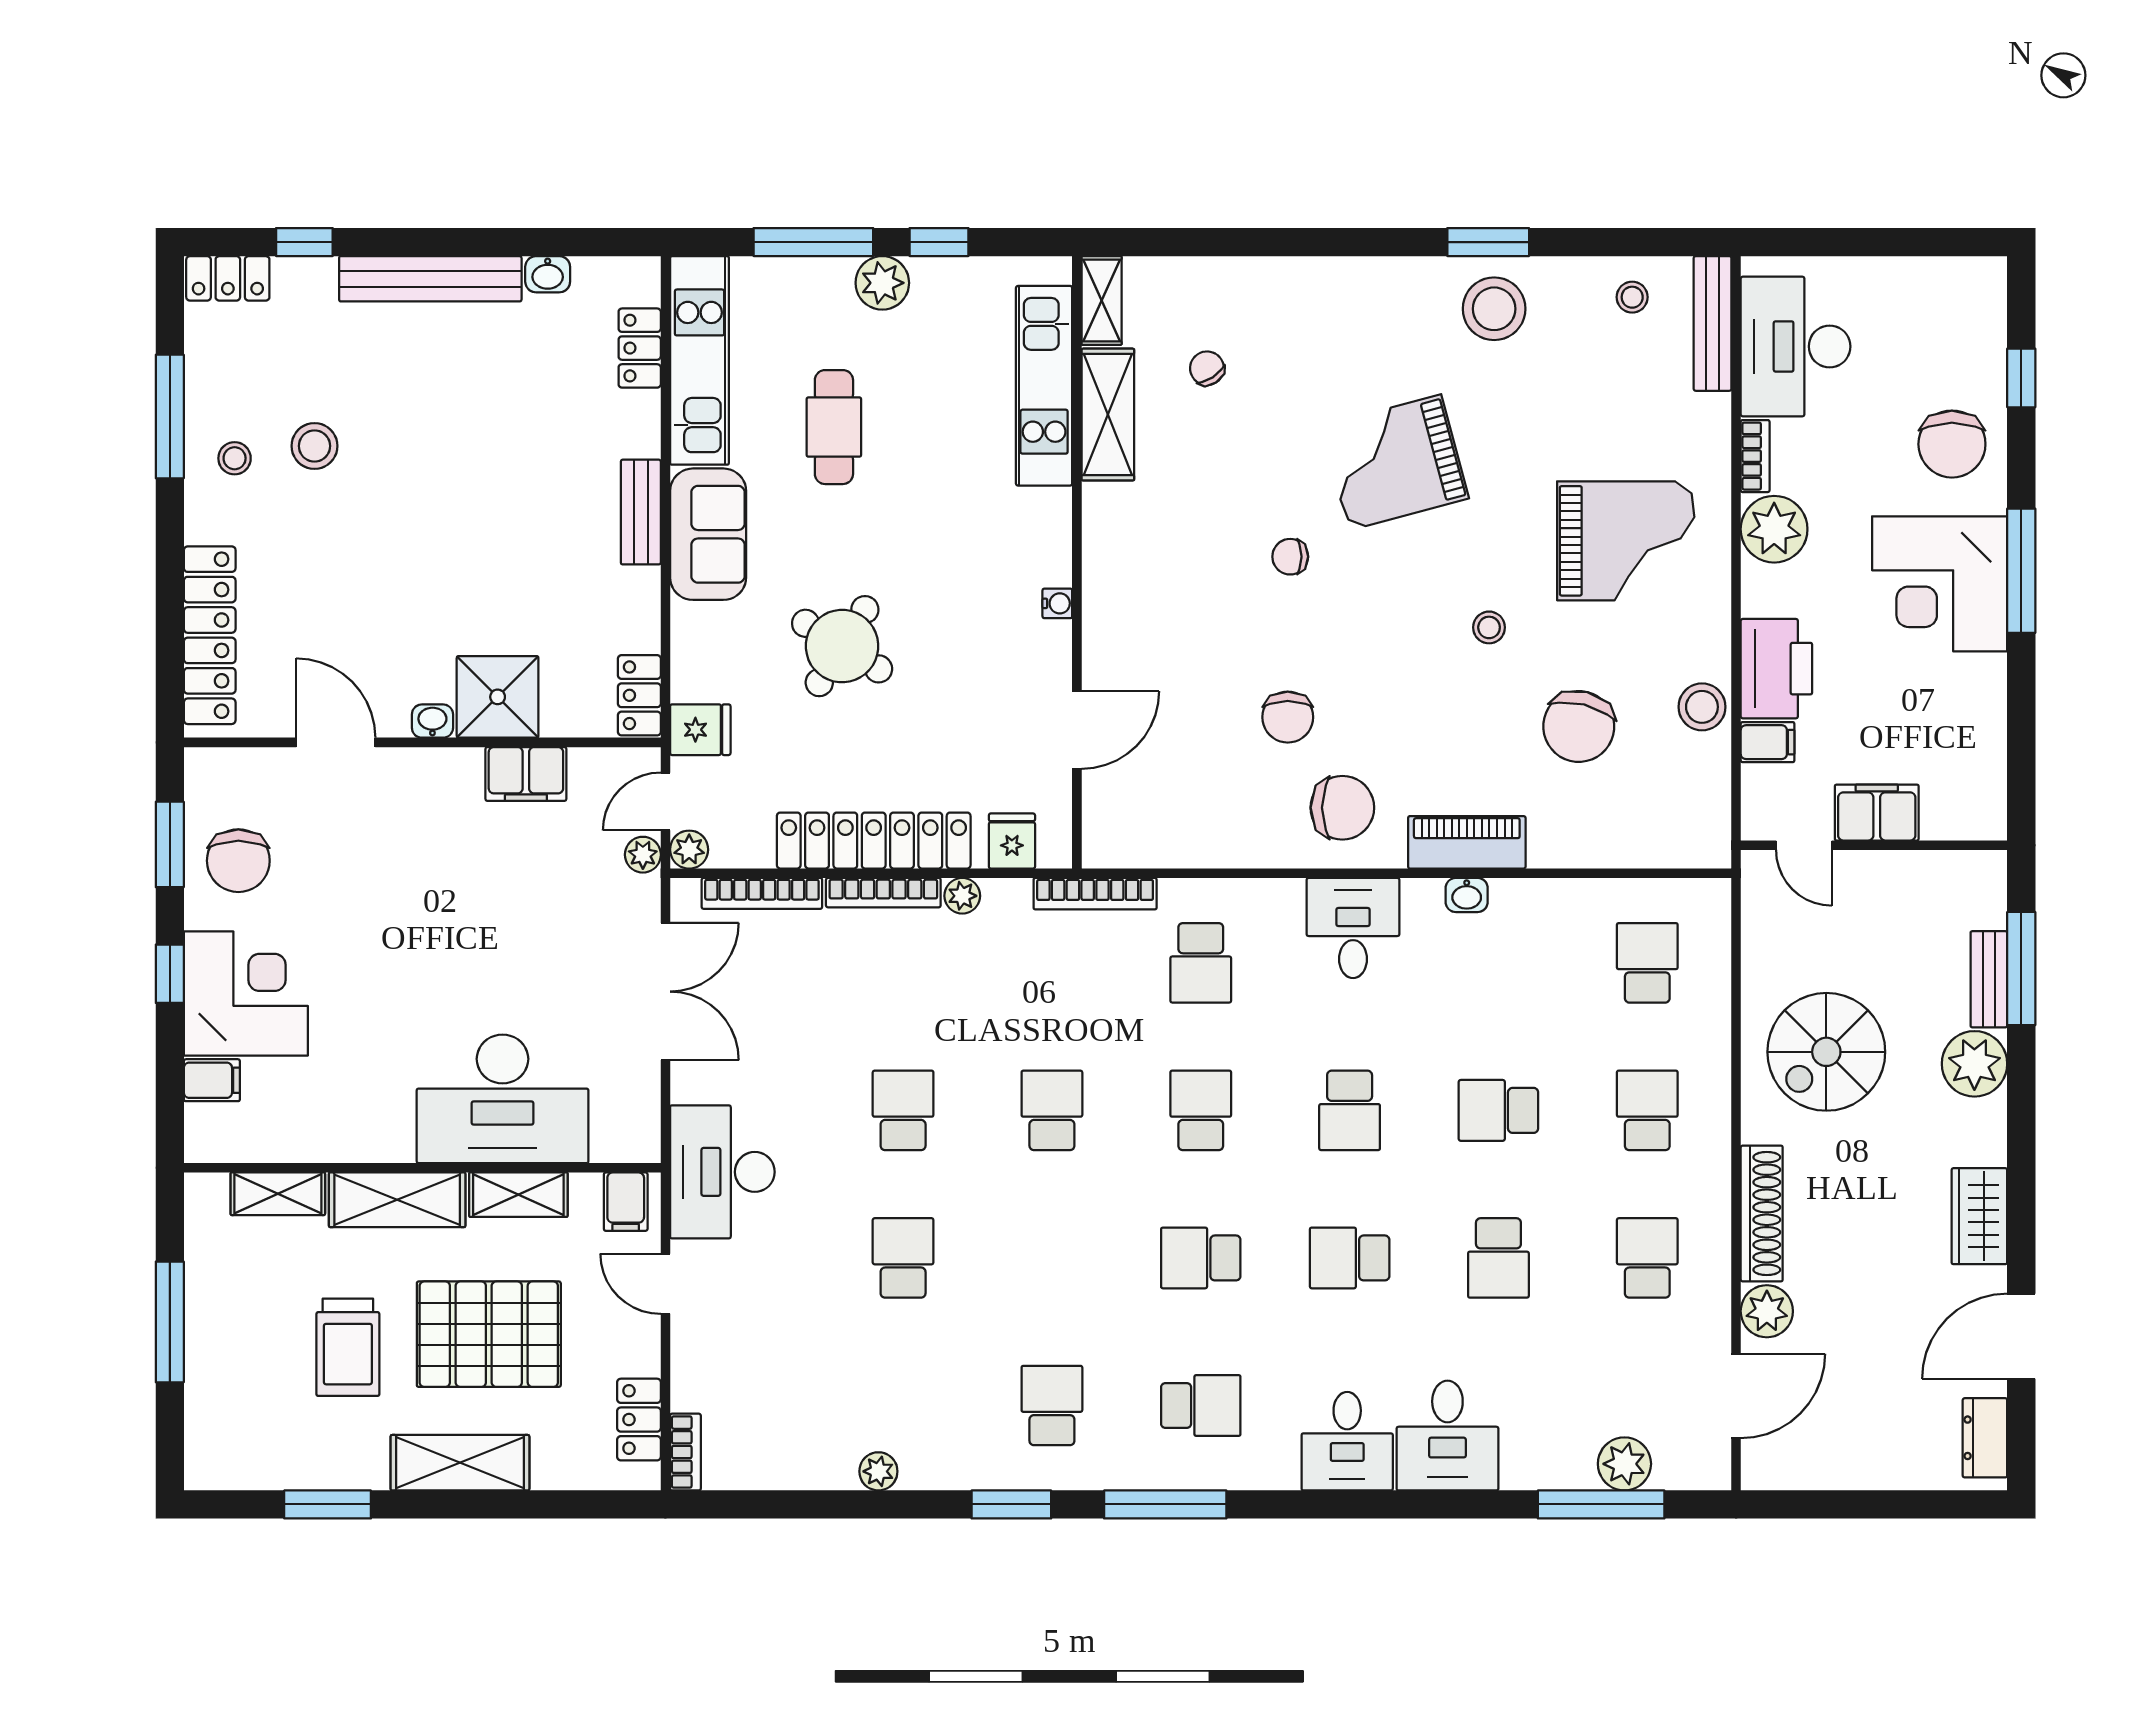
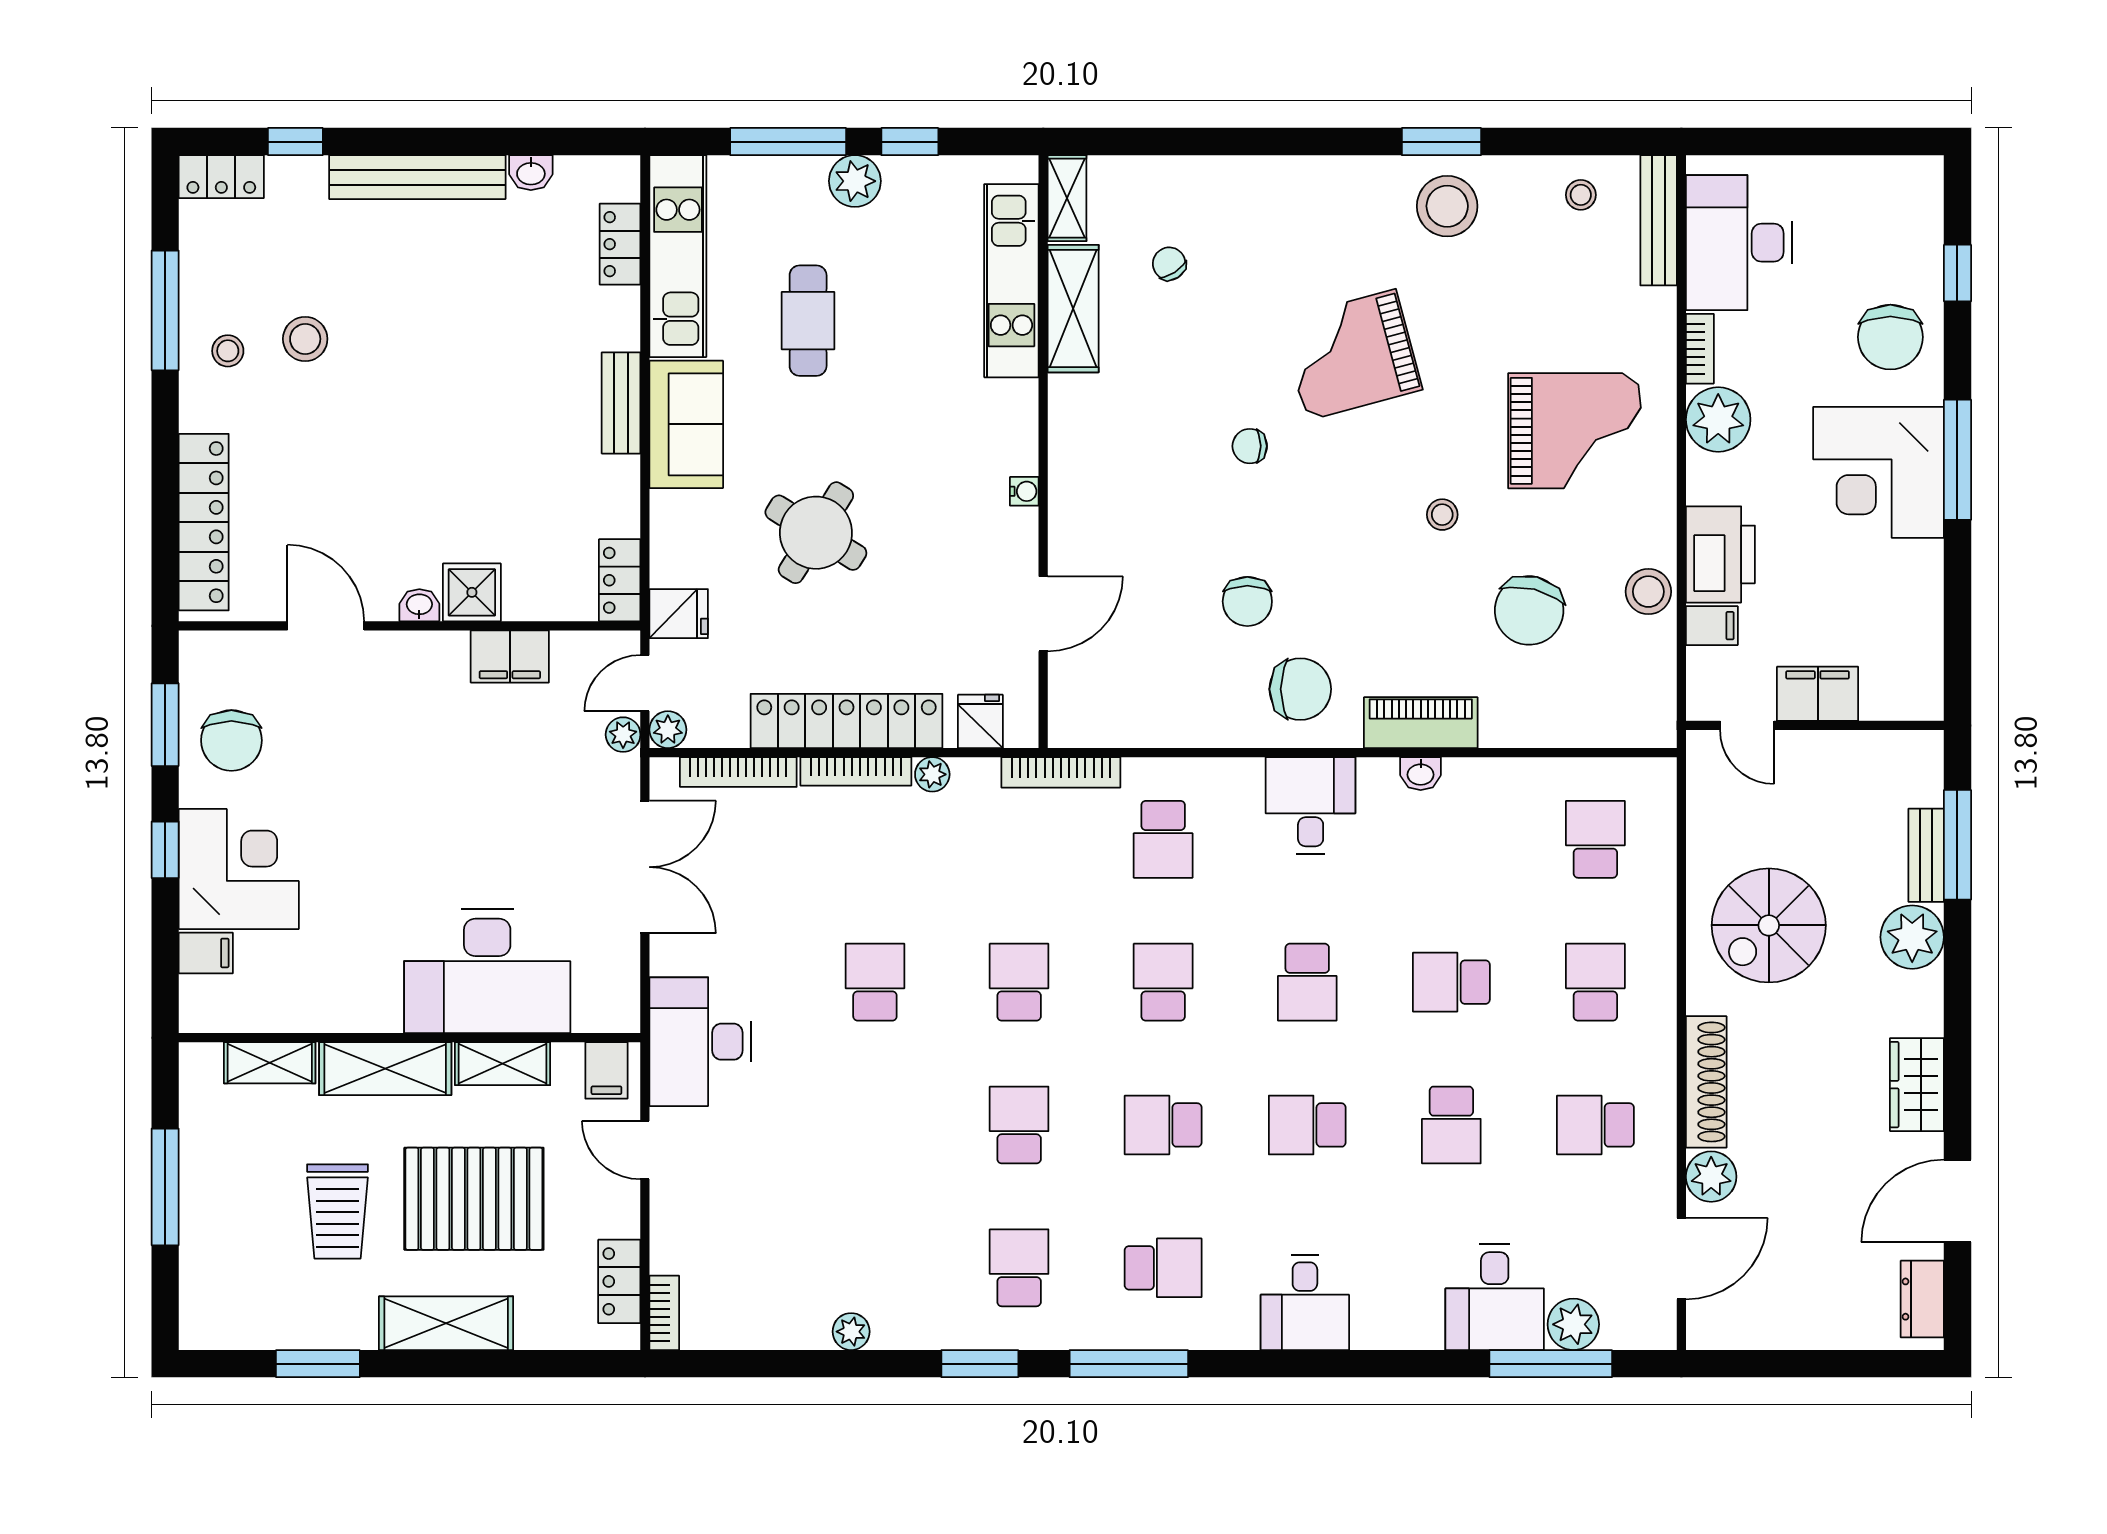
shower: (498, 697) -> (472, 592), width x0.73, depth x0.73
school desk: (903, 1258) -> (1019, 1125), moved
school desk: (1647, 1258) -> (1595, 1125), turned -90
desk: (1447, 1436) -> (1495, 1297), moved

